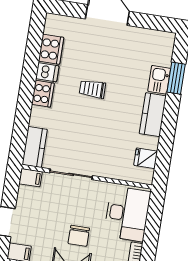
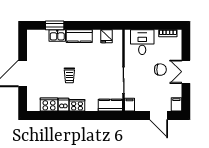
desk: (127, 214) -> (142, 42), width x0.73

